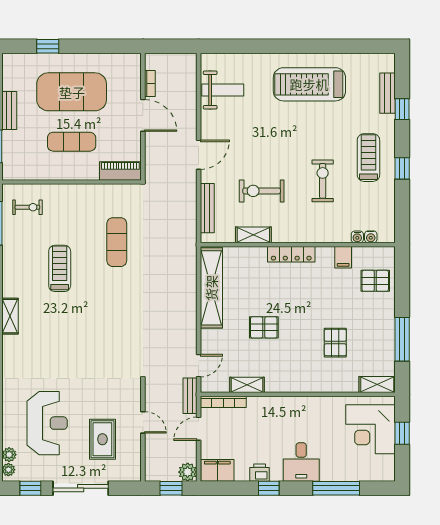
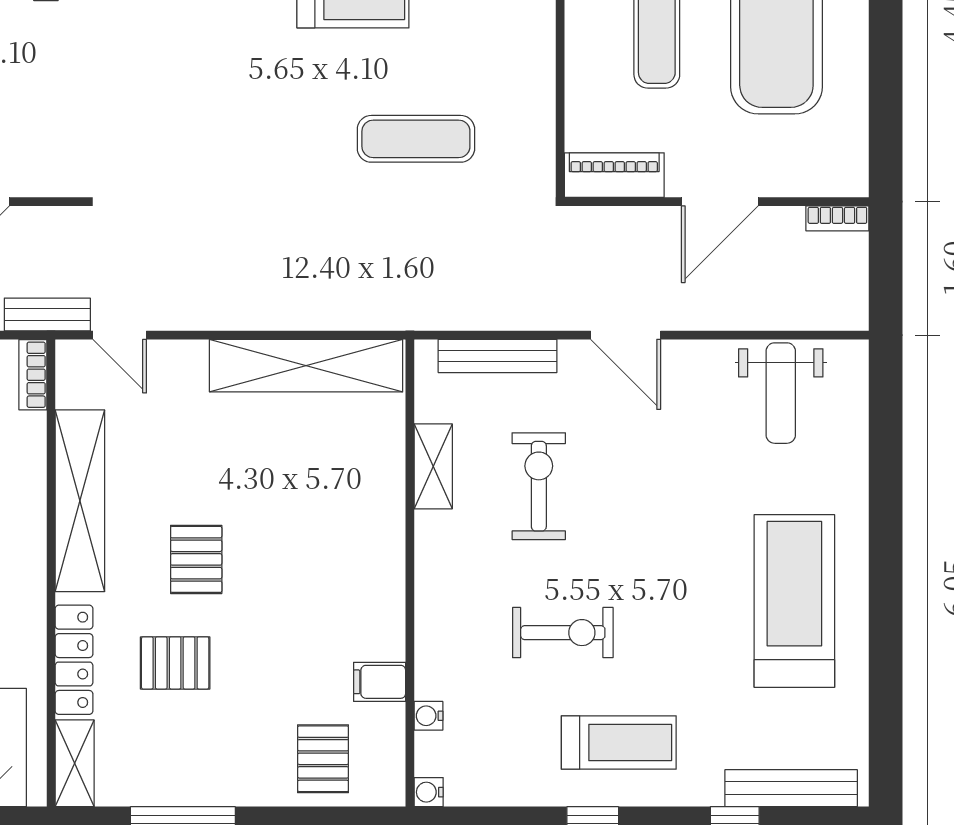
bookcase: (150, 84) -> (837, 218), moved
bench: (387, 93) -> (791, 788), width x1.36
piano: (120, 171) -> (614, 175), moved, turned -90
water cooler: (371, 237) -> (429, 792), moved
locker: (291, 254) -> (74, 660), moved, turned 180
pallet: (264, 327) -> (196, 559), moved
shelving: (247, 385) -> (80, 501), width x2.20, depth x1.33
bookcase: (223, 402) -> (33, 375), width x0.64

